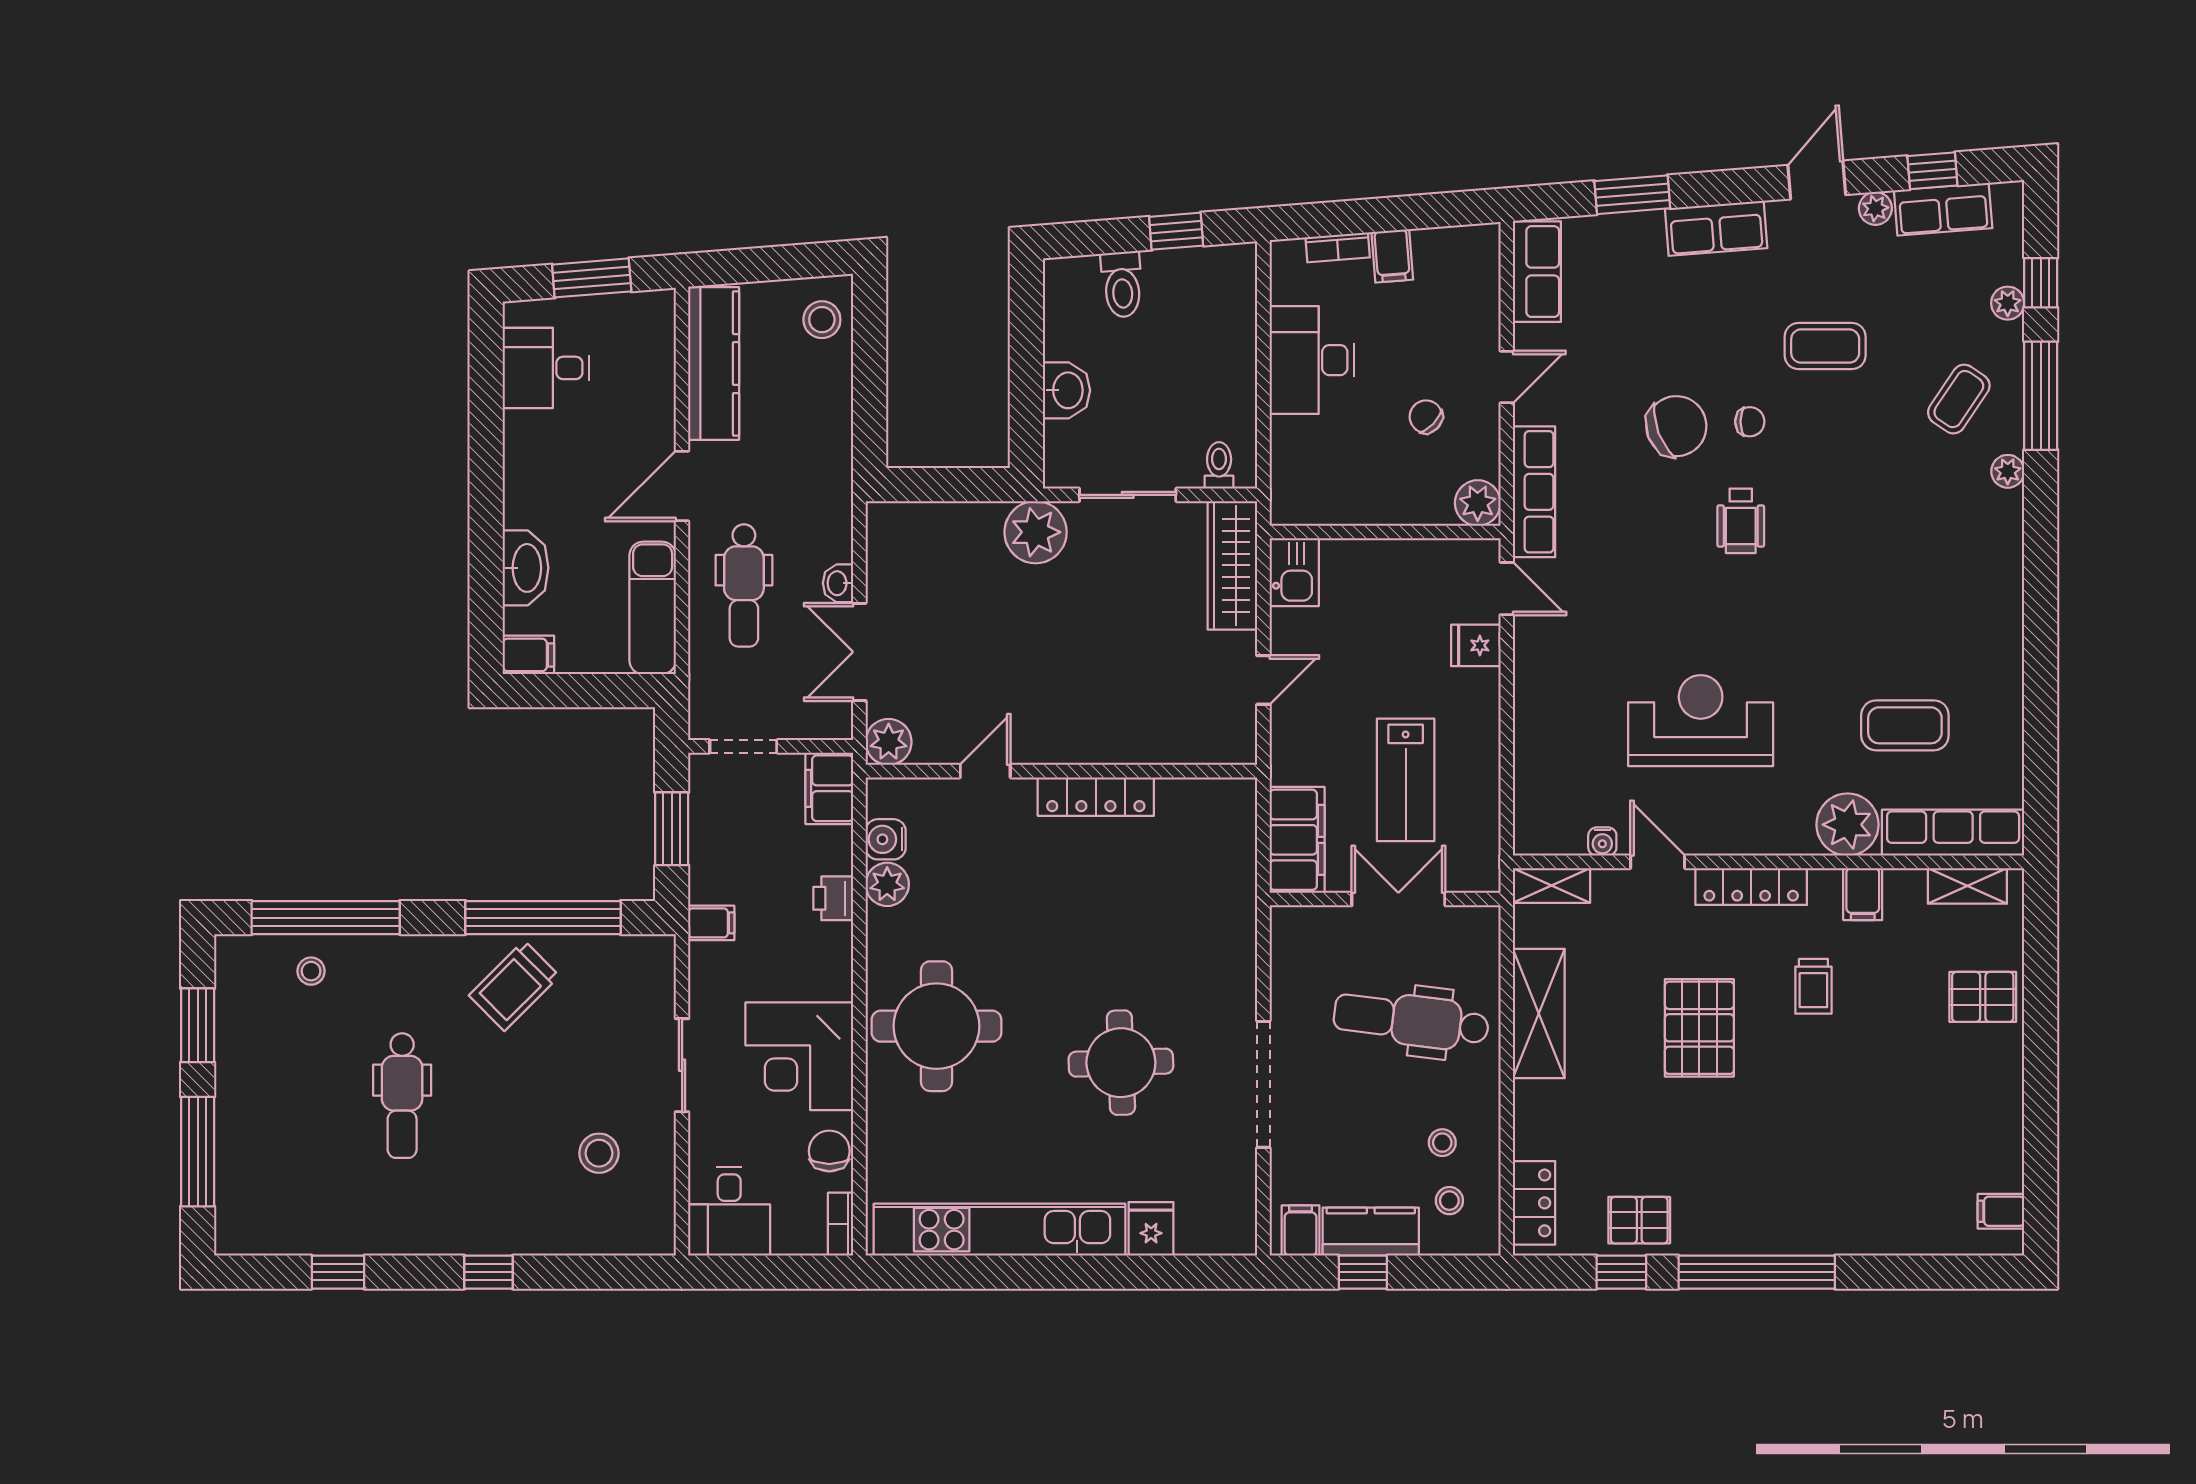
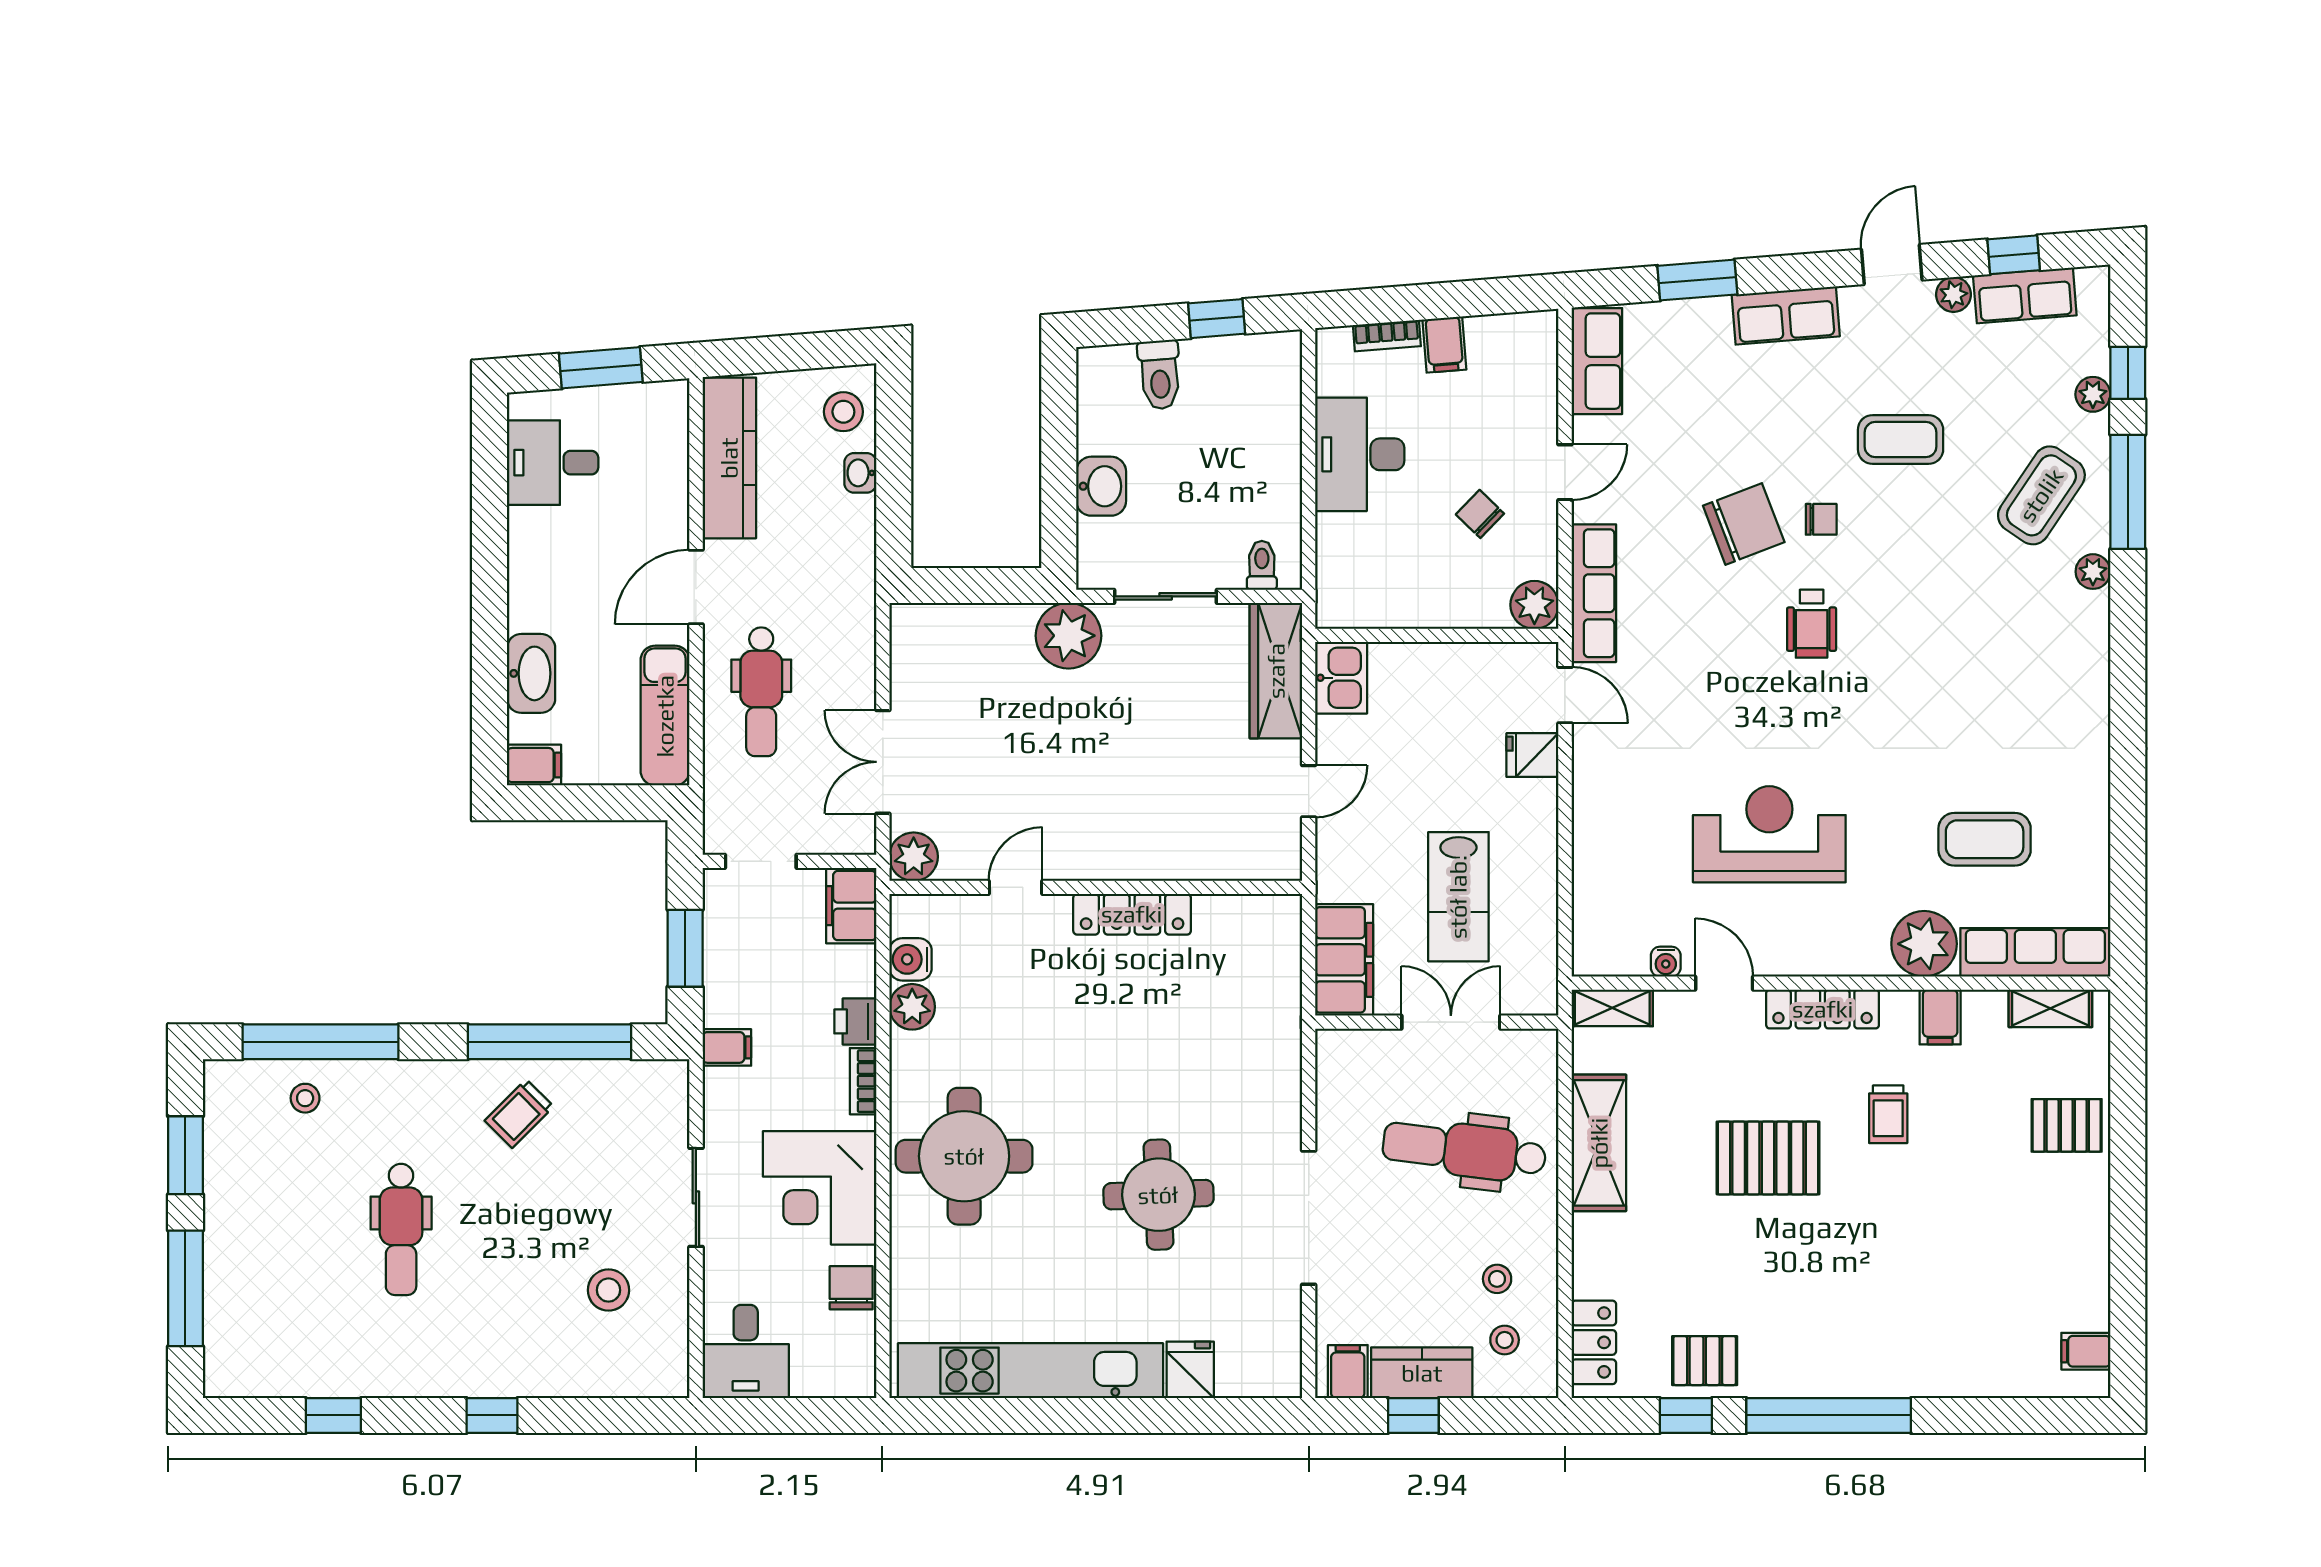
coffee table: (1959, 399) -> (2041, 495), width x1.36, depth x1.30
washbasin: (838, 583) -> (860, 473), moved
trolley: (514, 986) -> (519, 1114), width x0.73, depth x0.72
pallet: (1699, 1028) -> (1768, 1158), turned 90
bookcase: (841, 1224) -> (863, 1081), moved

